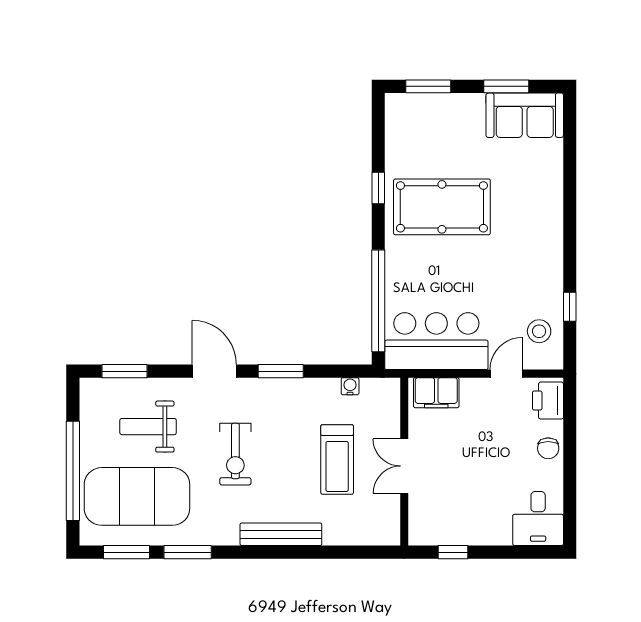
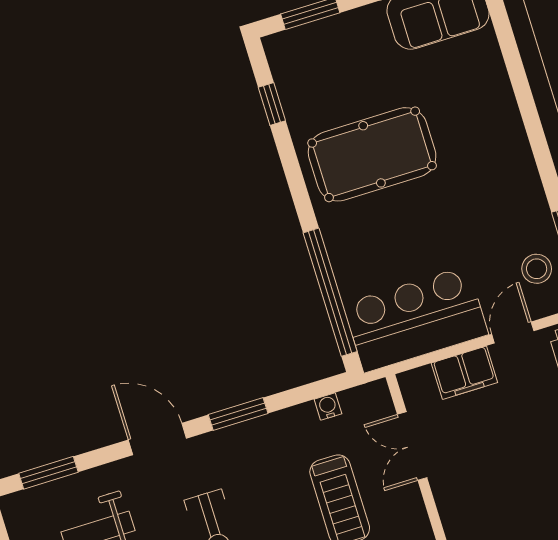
window: (378, 188) -> (272, 104), moved
filing cabinet: (436, 393) -> (464, 373), moved
double door: (404, 466) -> (412, 446), moved

